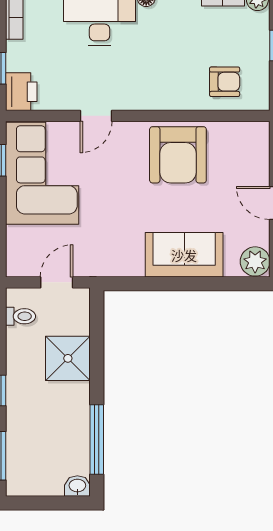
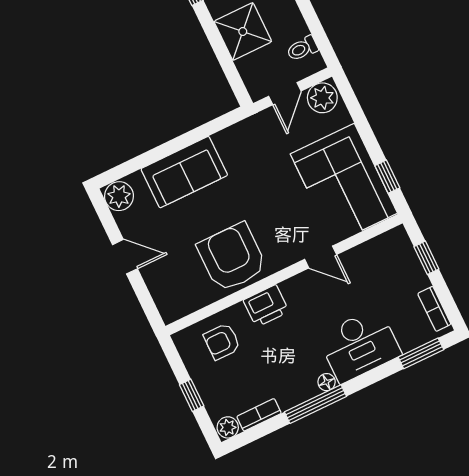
printer: (21, 92) -> (266, 306), moved, turned -90
door: (96, 116) -> (321, 257), swing flipped
plant: (24, 262) -> (322, 98), added

